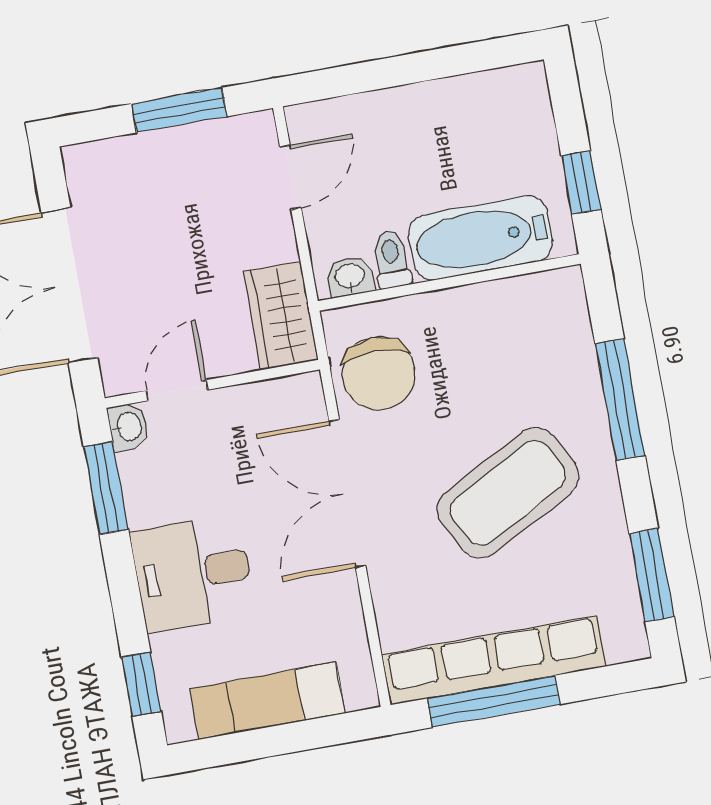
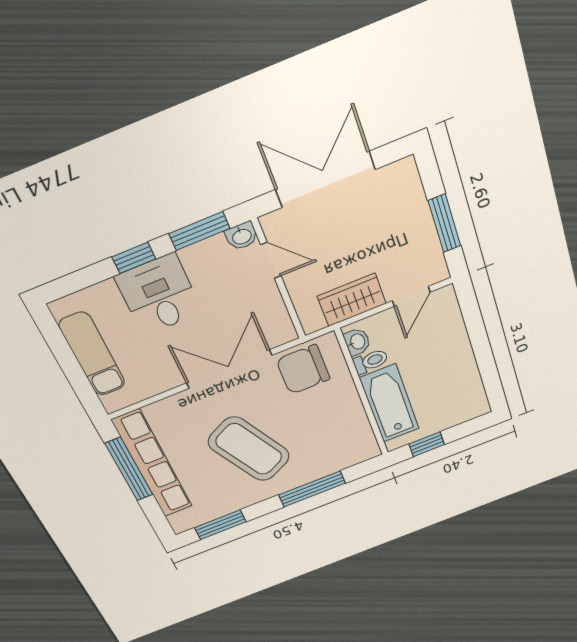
door: (290, 177) -> (411, 296), hinge flipped
wardrobe: (281, 316) -> (352, 300), moved
window: (141, 684) -> (134, 258), moved

